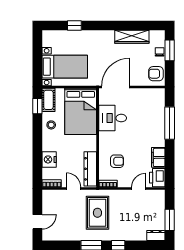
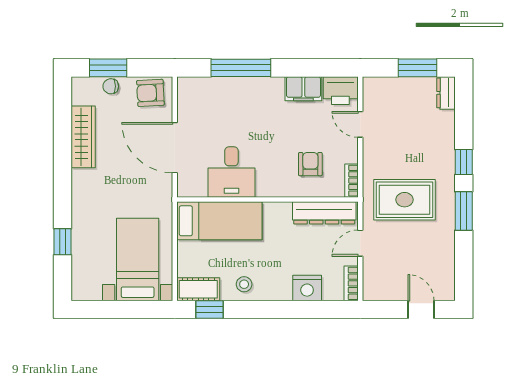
armchair: (156, 74) -> (150, 93), turned 87
door: (116, 87) -> (175, 148), moved
bed: (81, 111) -> (219, 221), width x0.67

